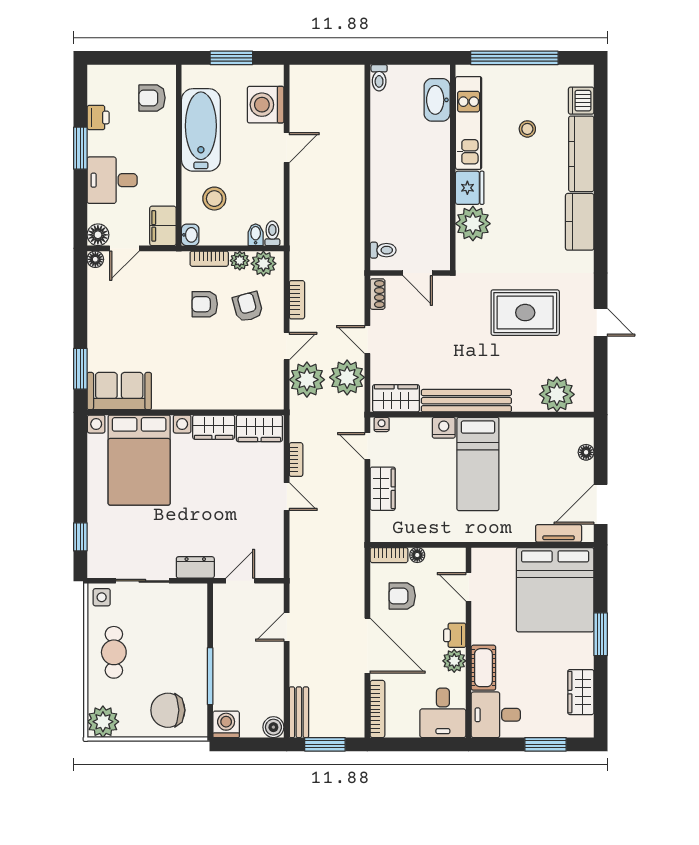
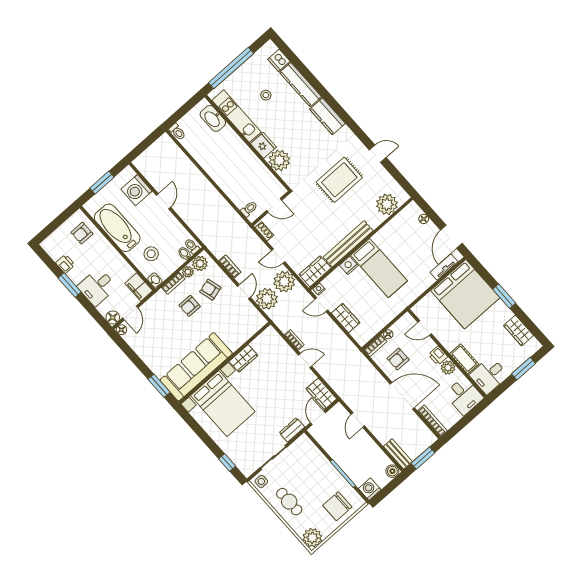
sofa: (119, 391) -> (196, 367), width x1.85, depth x1.27
wardrobe: (259, 428) -> (321, 394), moved, turned 90

